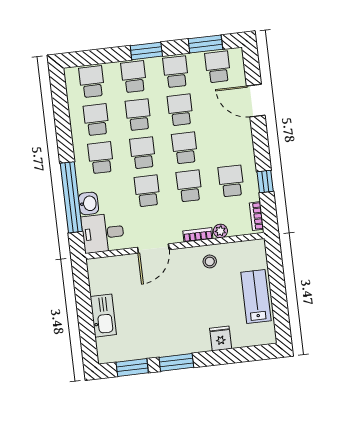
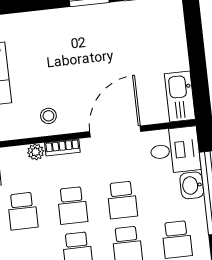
door: (153, 249) -> (115, 132), width x1.36
kitchen sink: (103, 316) -> (180, 97), moved
fridge: (221, 338) -> (36, 25), removed

